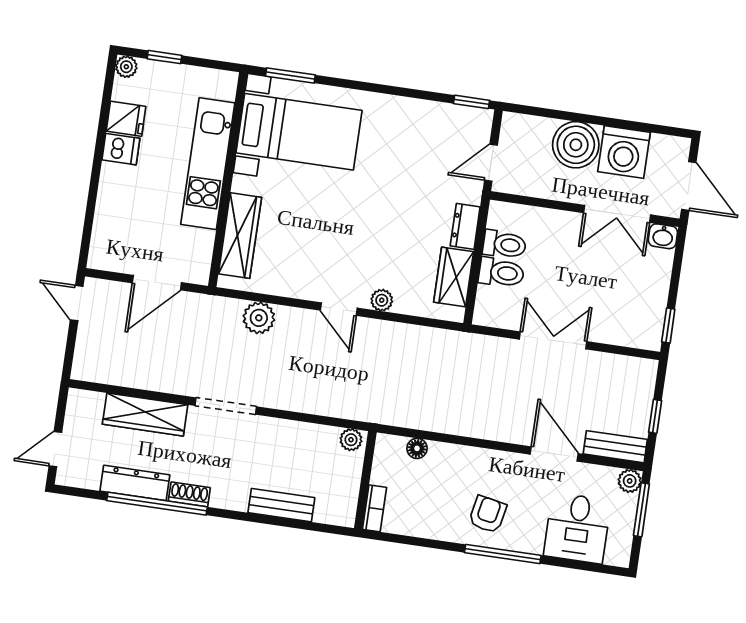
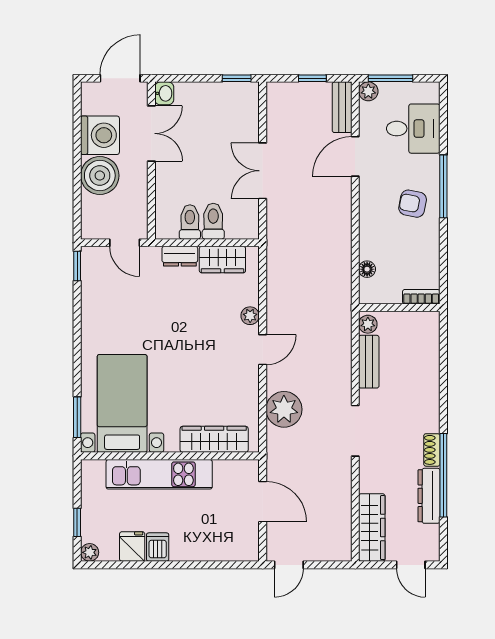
plant: (259, 318) -> (284, 409), width x1.36, depth x1.36
wardrobe: (145, 414) -> (372, 528), moved
bench: (281, 505) -> (369, 362), moved

